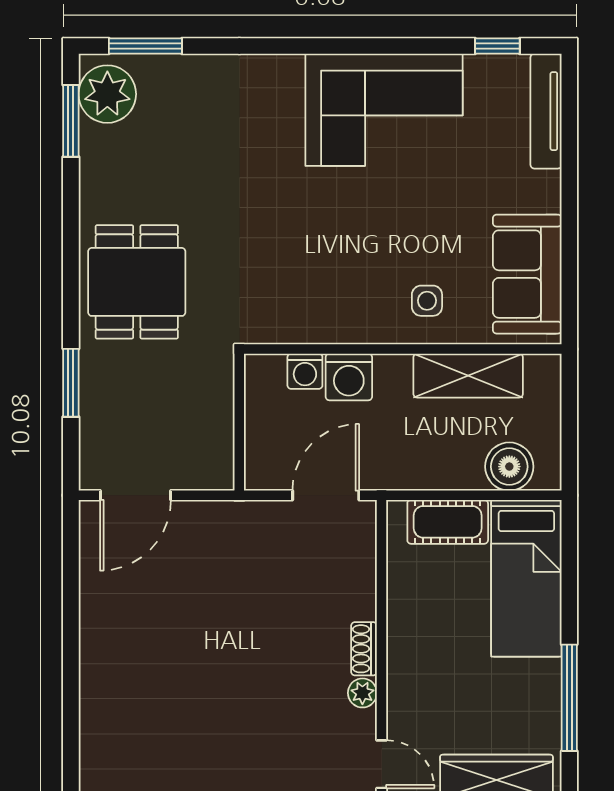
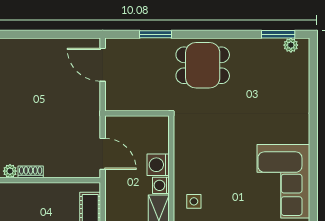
window: (145, 46) -> (313, 69), removed
plant: (107, 94) -> (291, 45), width x0.53, depth x0.53
washing machine: (305, 371) -> (161, 185), moved

